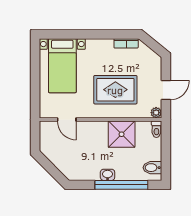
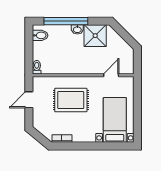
plant: (156, 113) -> (37, 81), removed
door: (67, 120) -> (111, 75), hinge flipped
shower: (122, 134) -> (95, 36), moved

